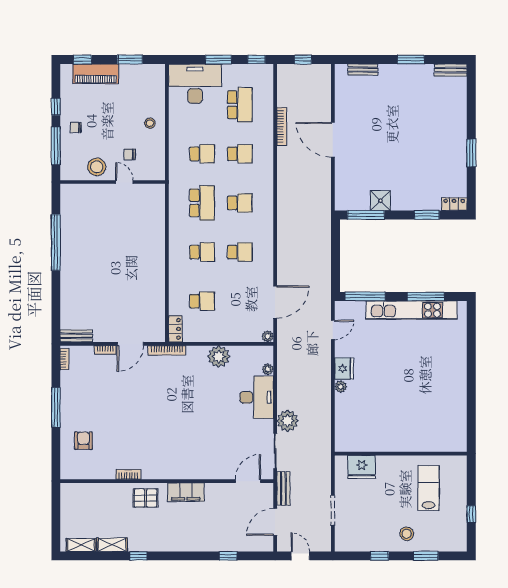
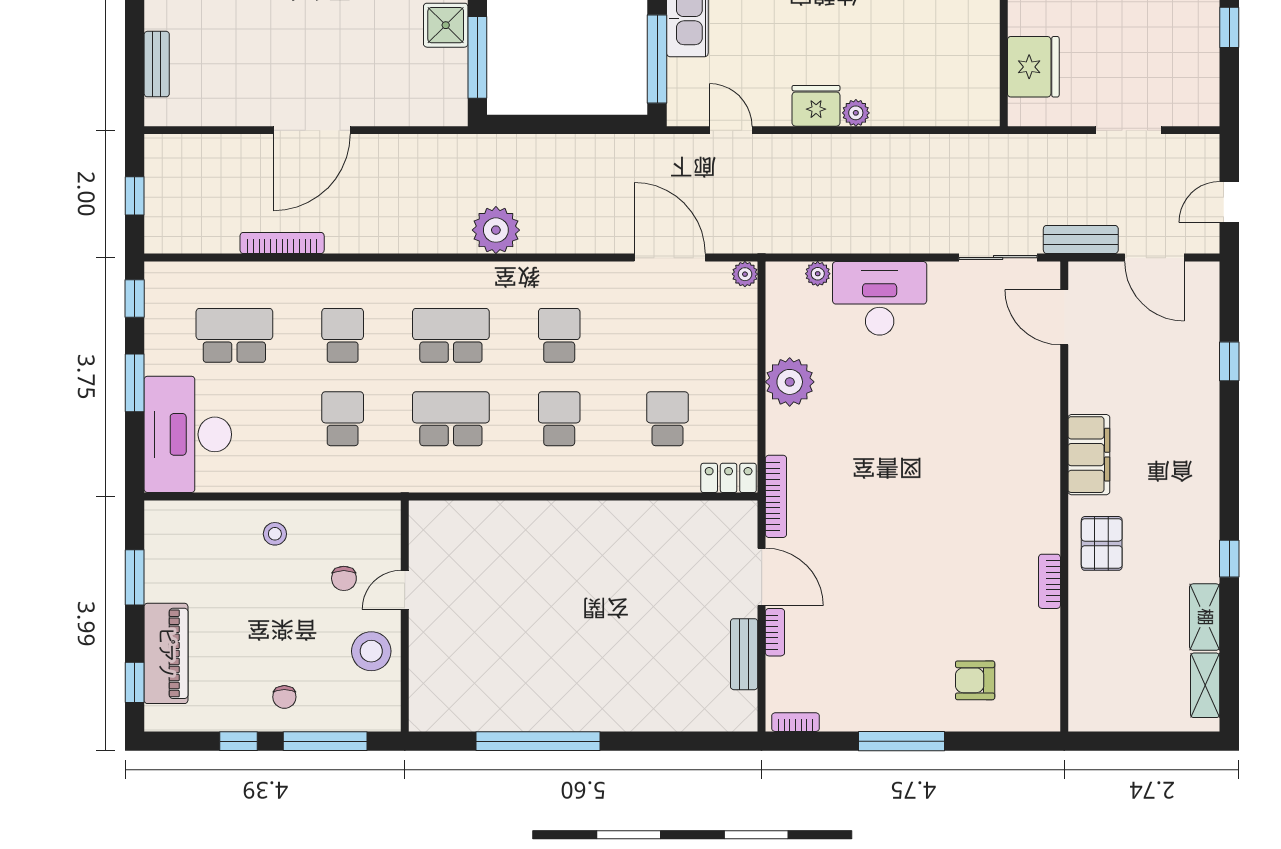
school desk: (240, 203) -> (451, 335), width x1.85
bench: (76, 336) -> (744, 654), moved
plant: (288, 421) -> (496, 230), moved

